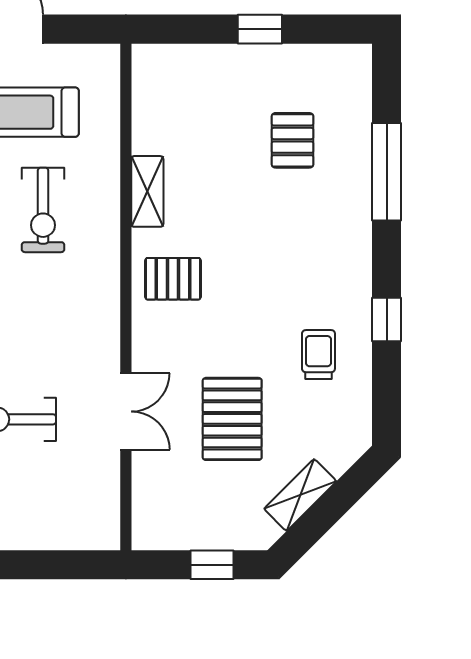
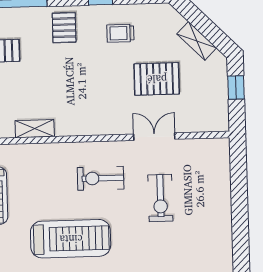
exercise bike: (43, 210) -> (101, 178), moved, turned 180
pallet: (173, 279) -> (64, 28), moved

